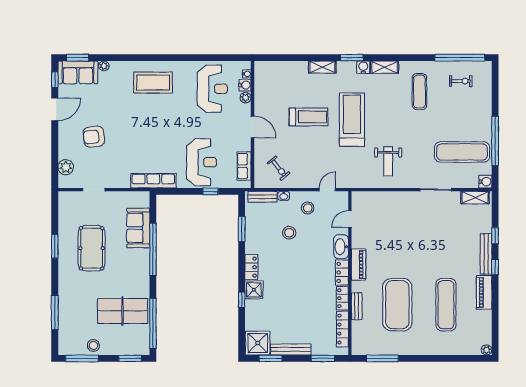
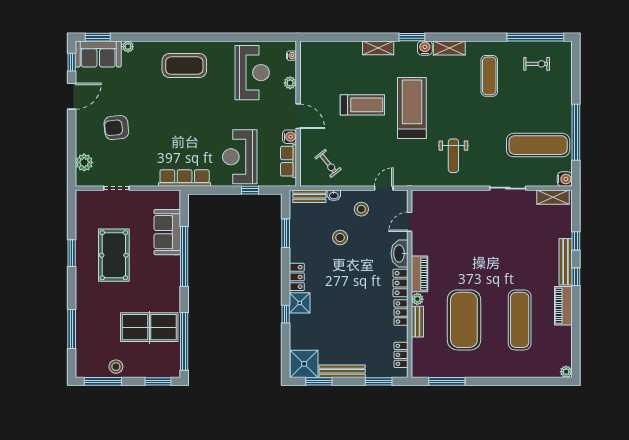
water cooler: (245, 85) -> (289, 137), moved
reception desk: (201, 162) -> (240, 157), turned 180
plant: (357, 286) -> (417, 299), added
locker: (342, 329) -> (401, 355), width x0.66

